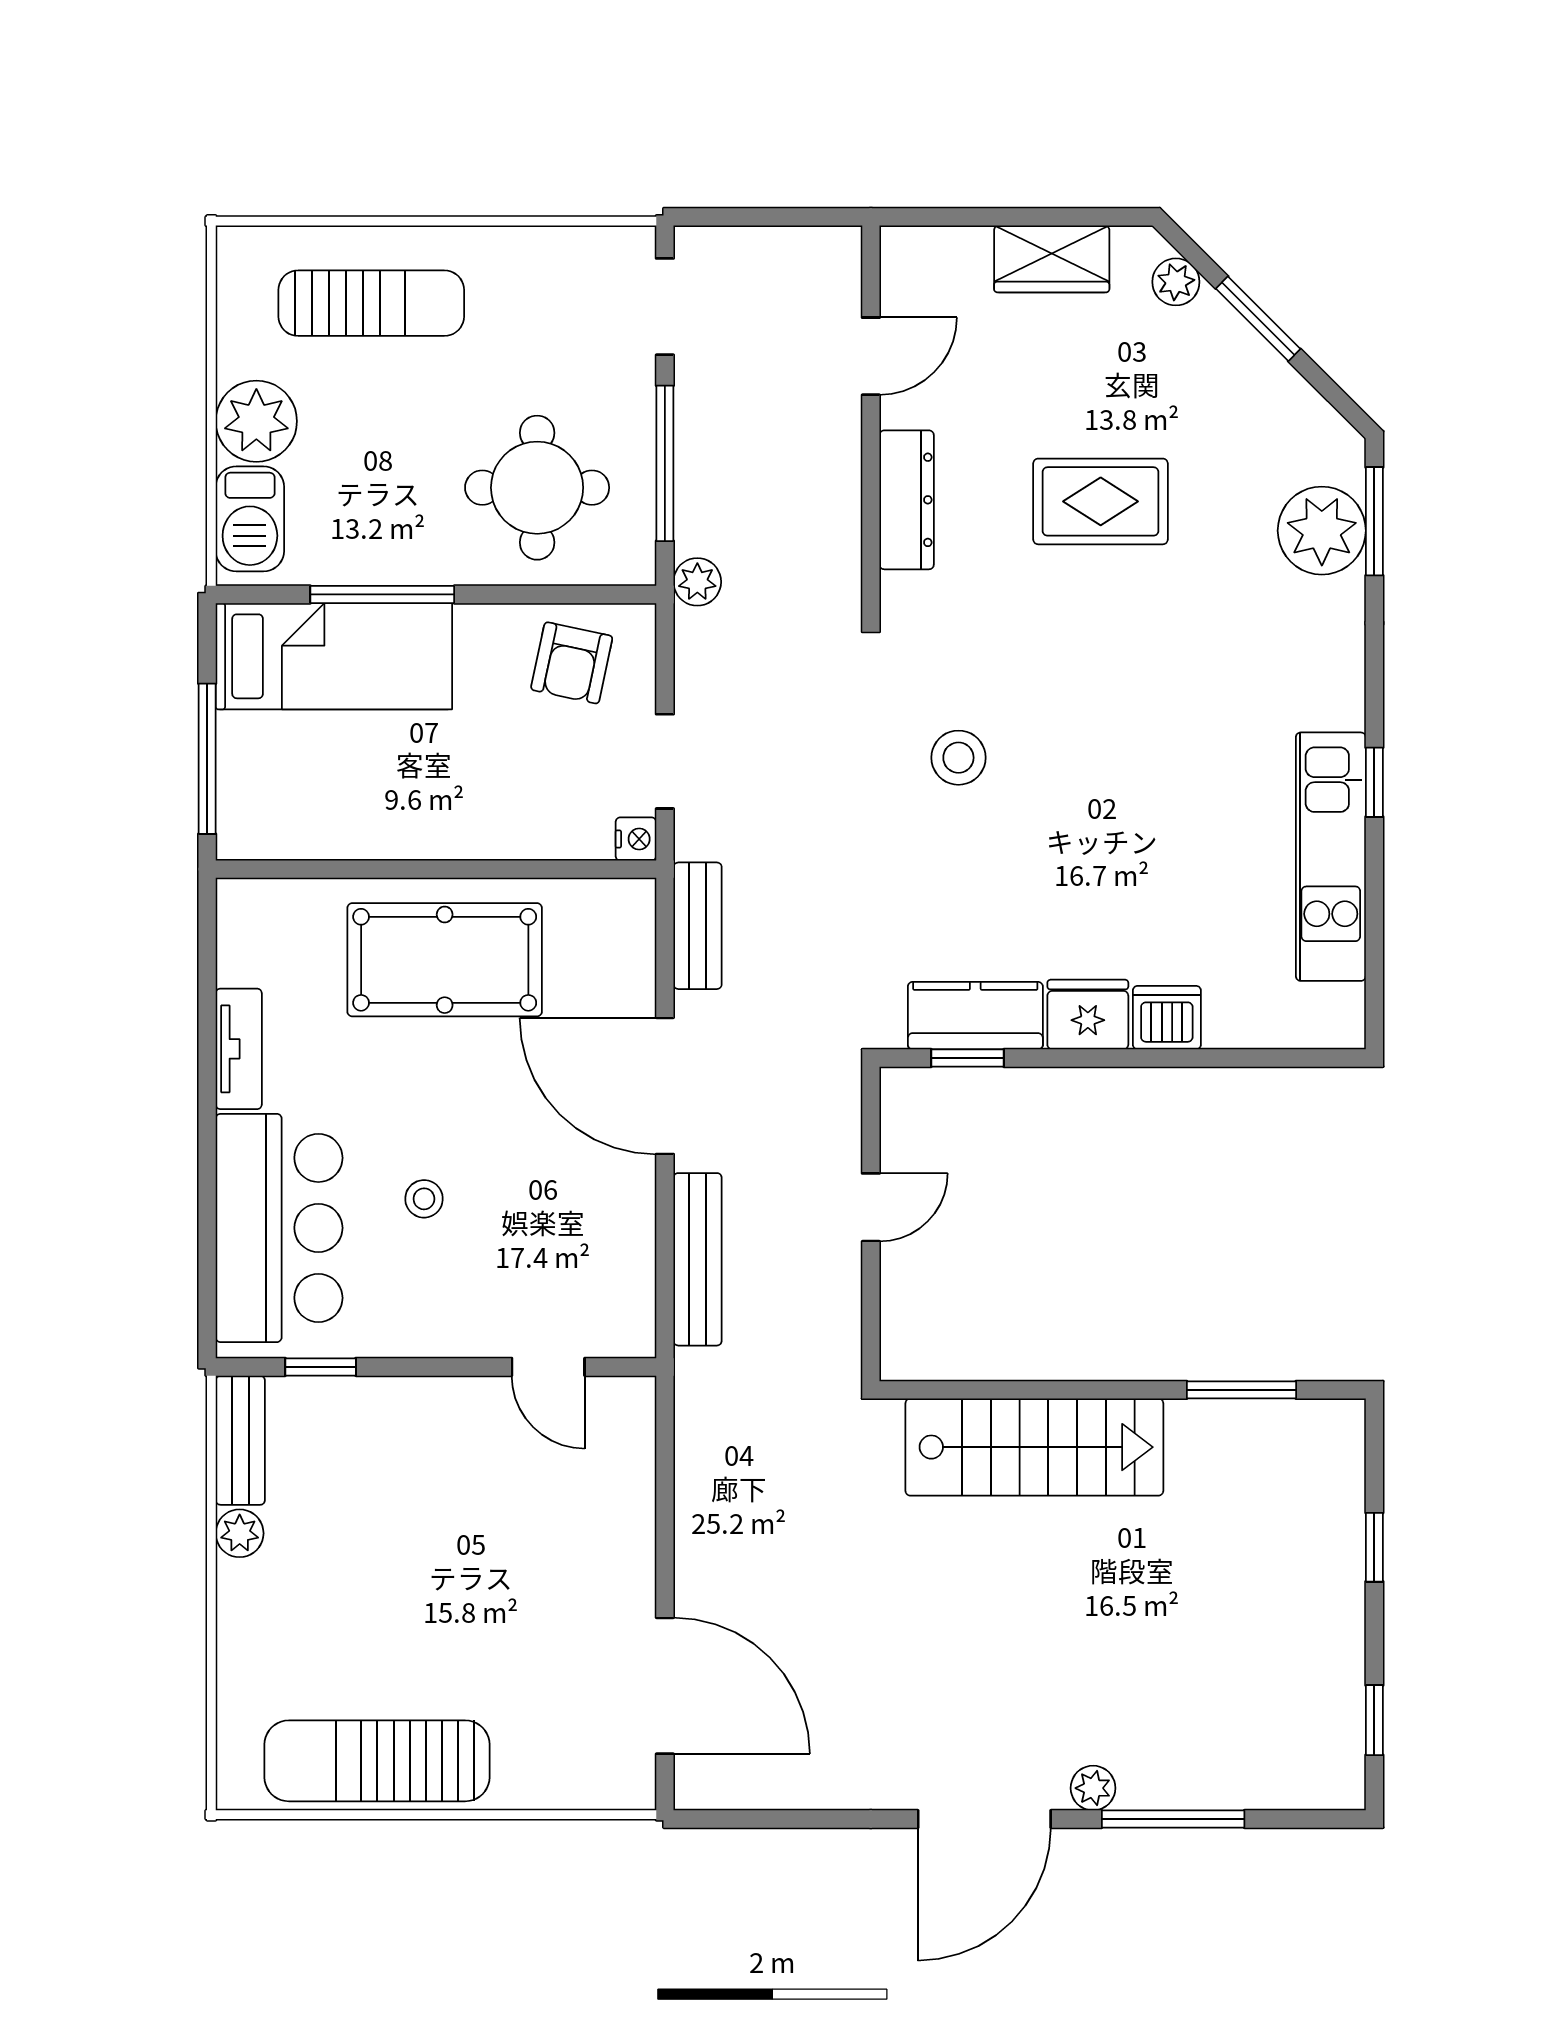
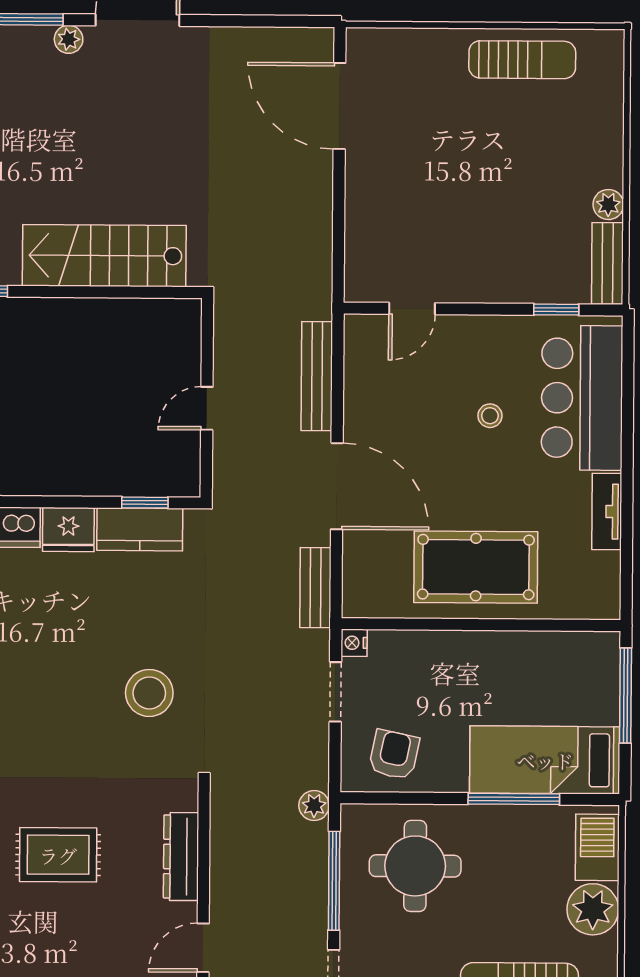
stool: (958, 758) -> (149, 693), width x1.38, depth x1.38
door: (548, 1367) -> (412, 309), swing flipped
sun lounger: (377, 1761) -> (522, 60), width x0.73, depth x0.75

